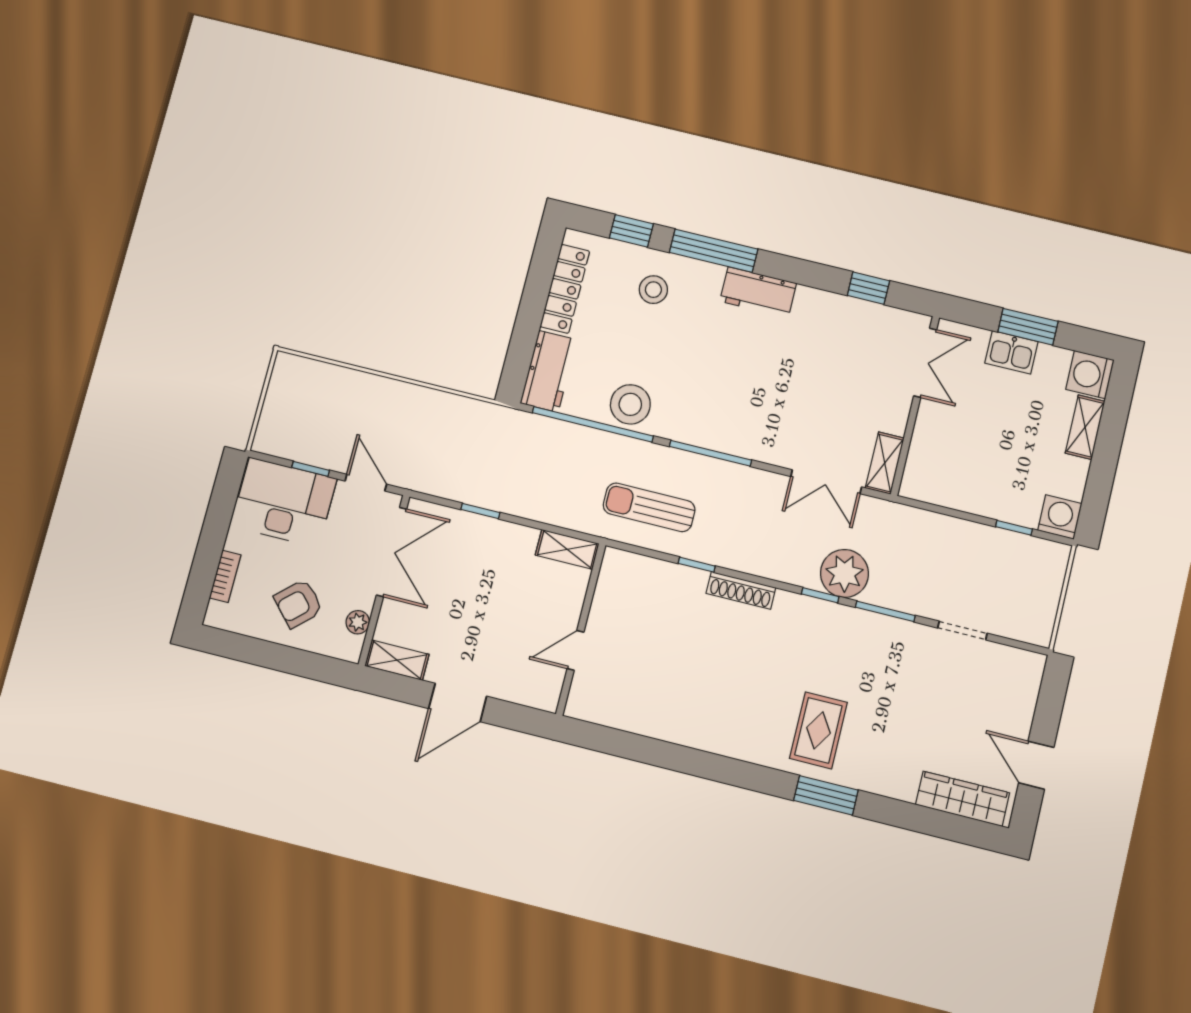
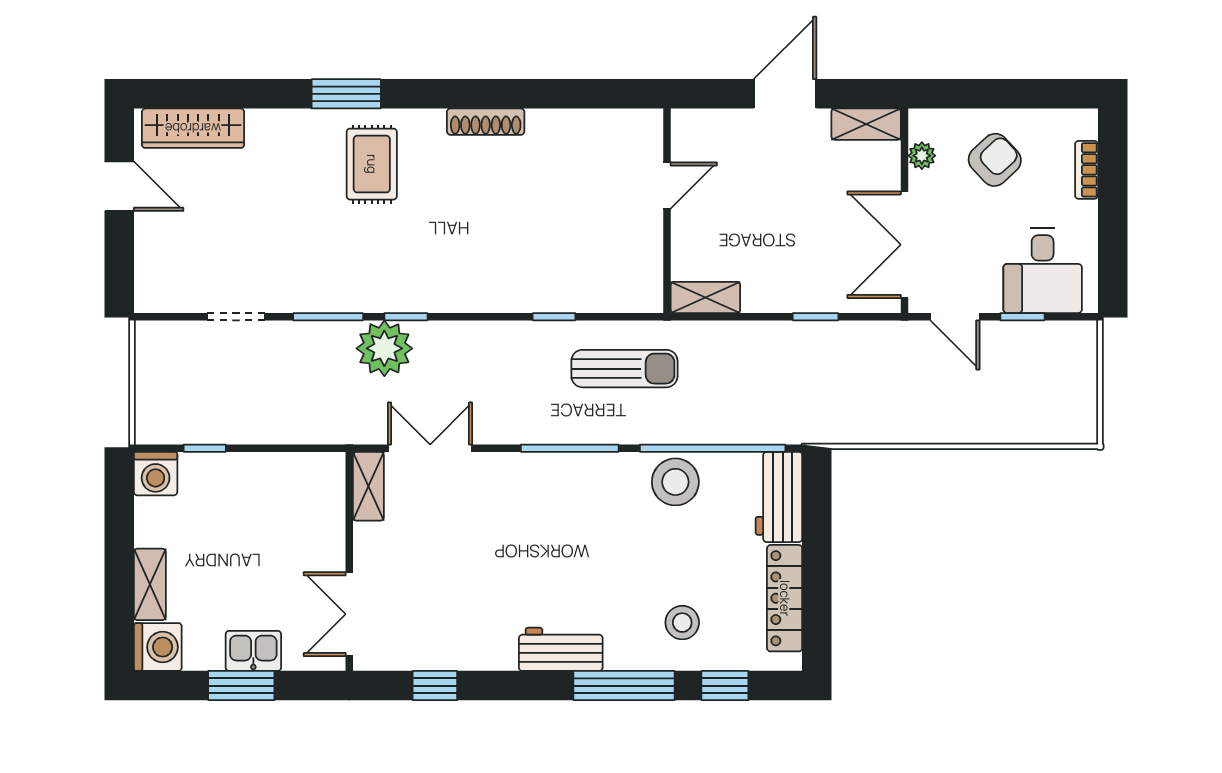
desk: (284, 502) -> (1043, 271), width x0.73
shoe rack: (741, 590) -> (486, 122), moved, turned 180

